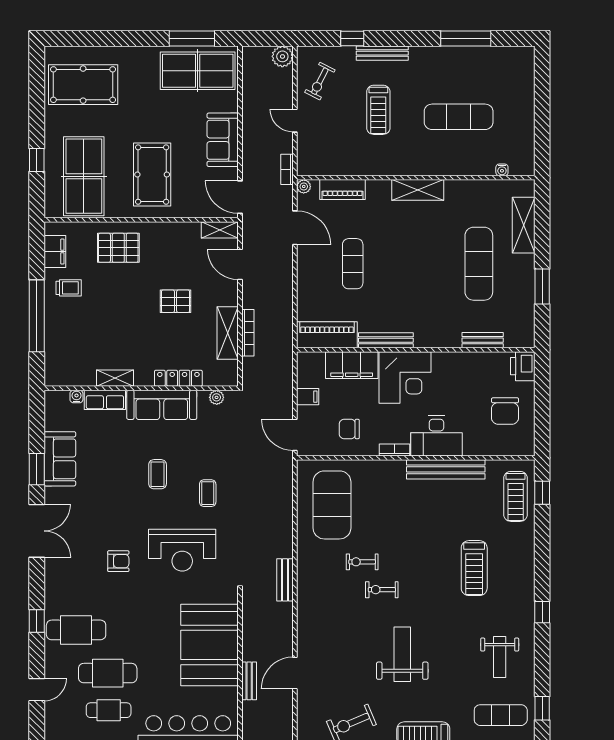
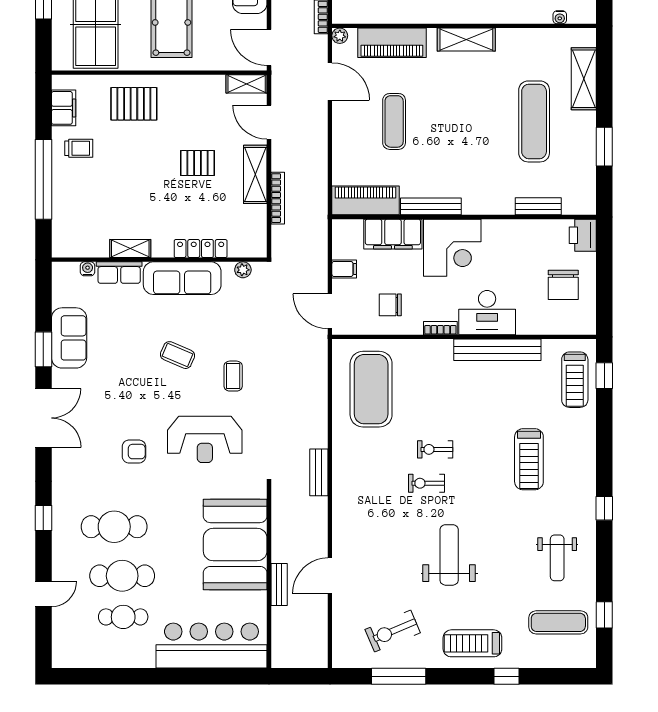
piano: (342, 190) -> (392, 43), width x1.37, depth x1.33
shelving: (228, 333) -> (255, 174), moved
coffee table: (158, 474) -> (178, 355), turned -67
exercise bike: (362, 562) -> (435, 449), moved
cafe table: (76, 630) -> (114, 527), moved

